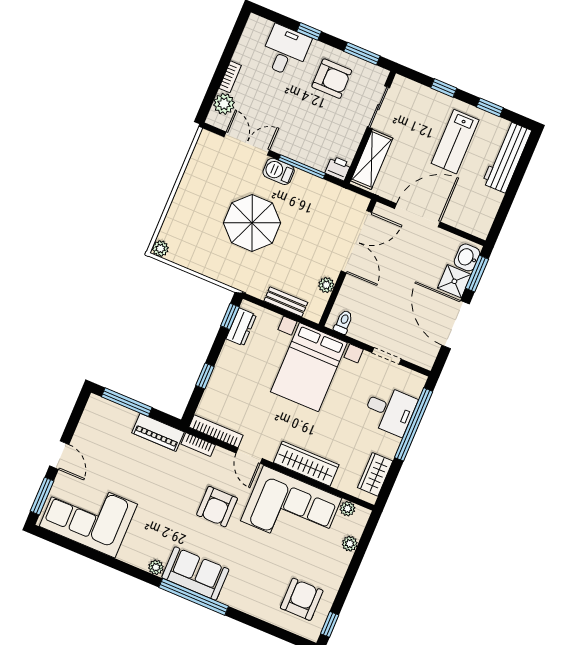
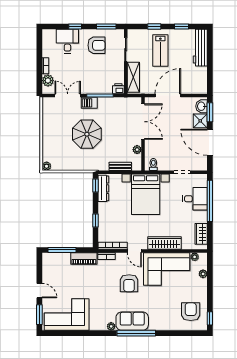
lab bench: (455, 142) -> (160, 51), moved
dresser: (241, 327) -> (103, 188), width x1.44

